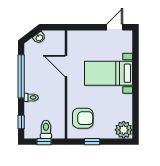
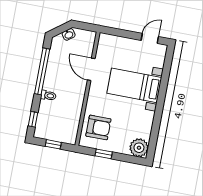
toilet: (46, 129) -> (58, 132), removed

